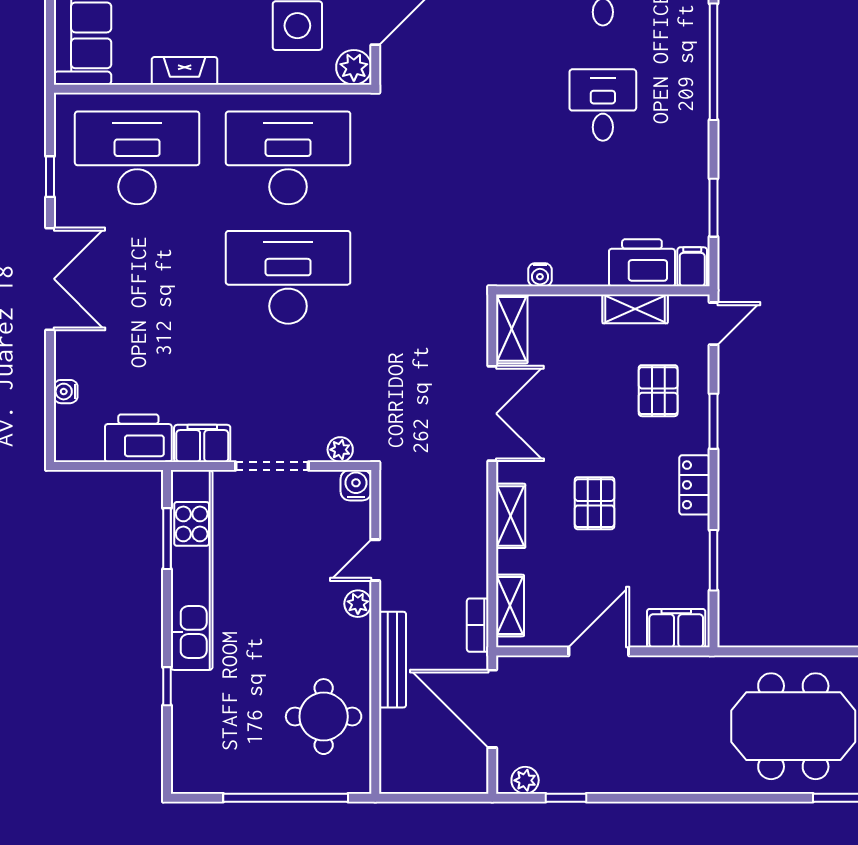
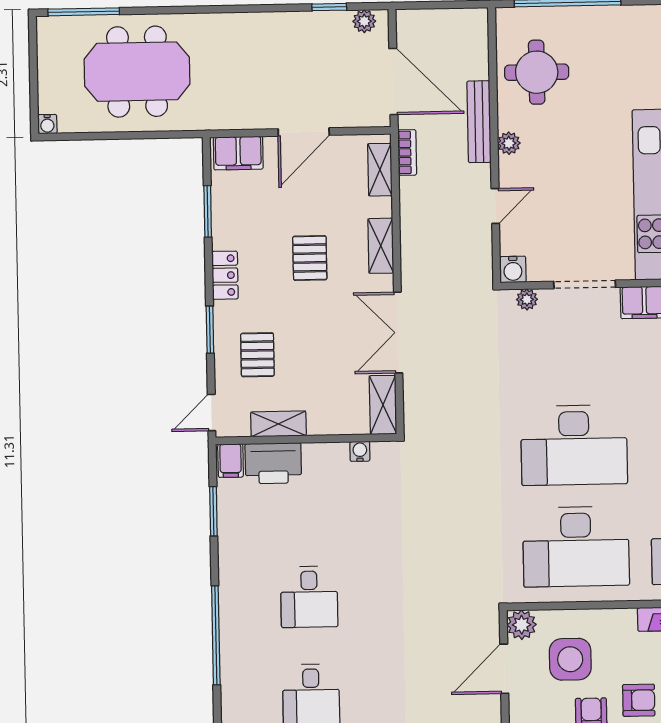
plant: (358, 604) -> (509, 143), moved

